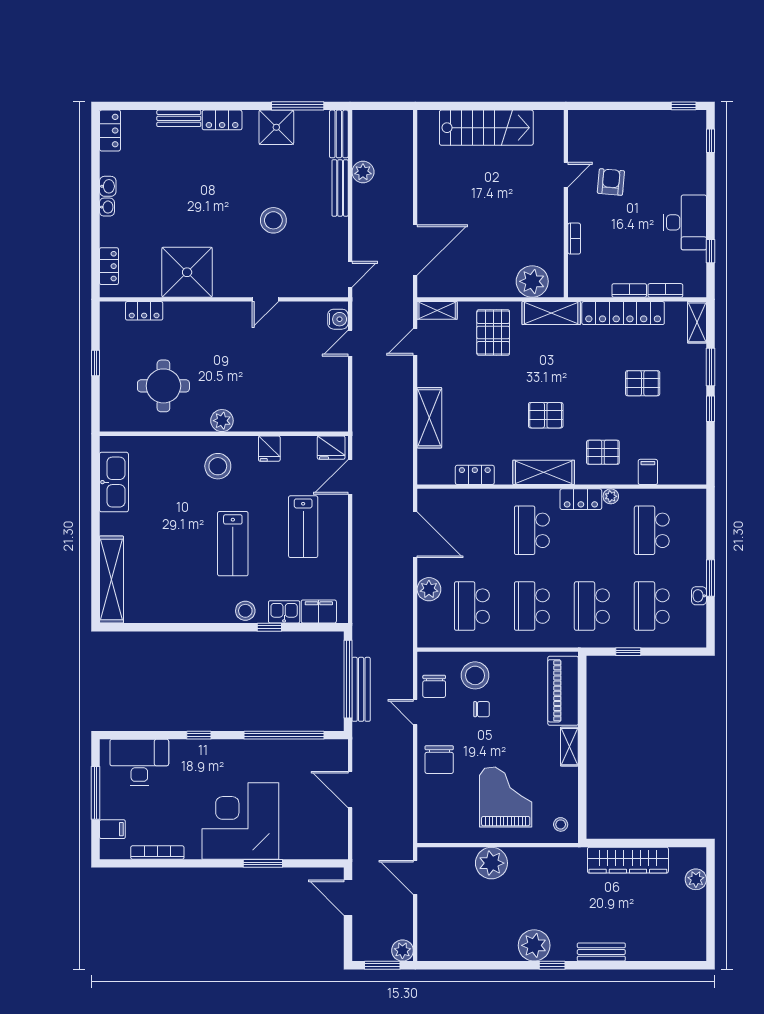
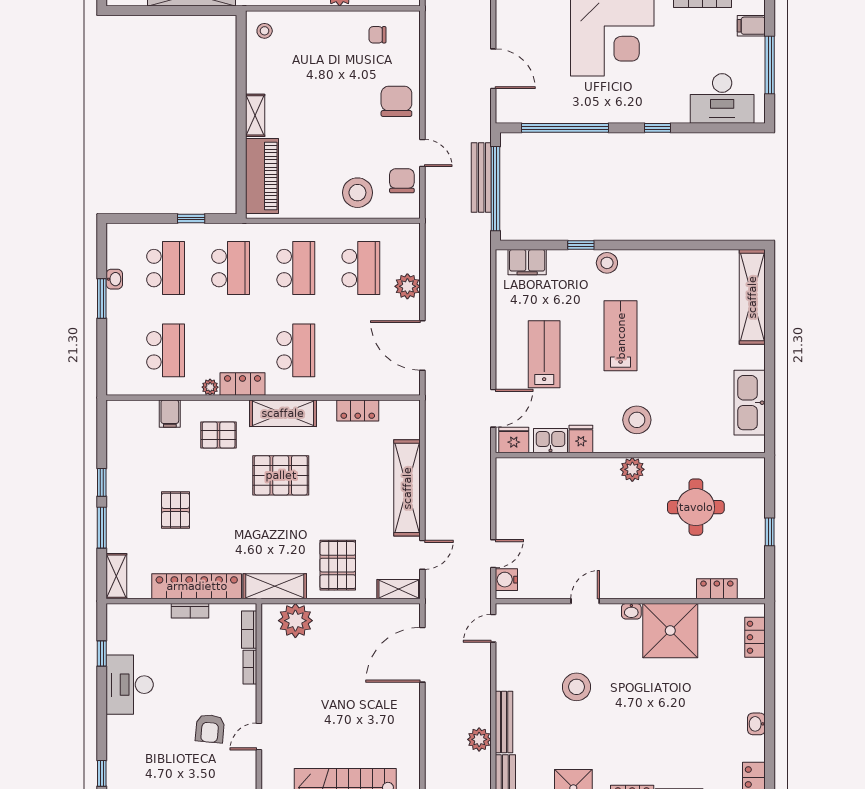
washbasin: (107, 207) -> (631, 611), moved, turned -90
bookcase: (665, 290) -> (249, 630), moved, turned 90
pallet: (643, 383) -> (175, 510), turned 90
pallet: (546, 415) -> (281, 475), width x1.50, depth x1.42
shelving: (429, 418) -> (407, 488), width x1.47
kitchen sink: (284, 612) -> (551, 441), moved, turned 180
chair: (482, 709) -> (377, 35), moved
grand piano: (506, 797) -> (324, 61), removed

